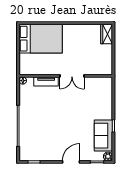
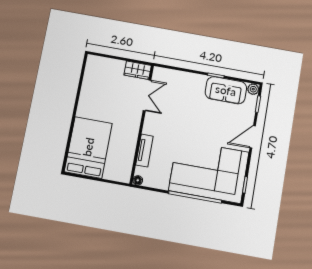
wardrobe: (107, 34) -> (138, 70), moved
double door: (72, 76) -> (147, 95), moved
corner sofa: (39, 133) -> (209, 171), added
door: (71, 162) -> (253, 137), hinge flipped

